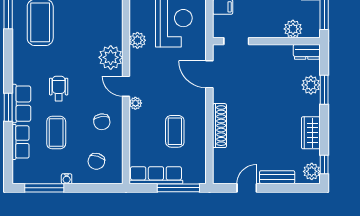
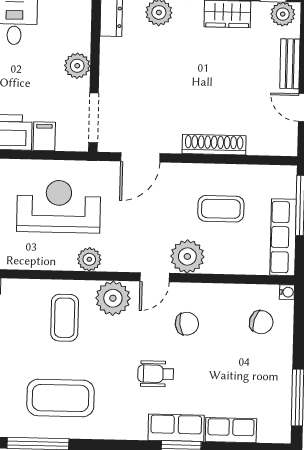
plant: (293, 29) -> (77, 66), moved
doorway: (236, 41) -> (94, 118), width x1.38
plant: (135, 103) -> (187, 256), width x1.88, depth x1.88
chair: (102, 122) -> (187, 324), moved
coffee table: (56, 133) -> (65, 318), moved, turned 90
water cooler: (67, 179) -> (287, 292), moved

